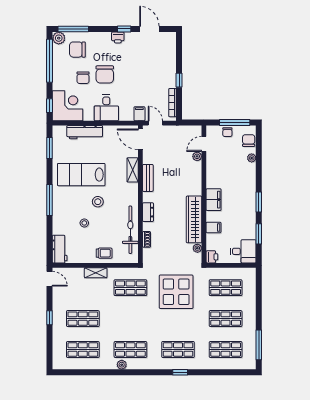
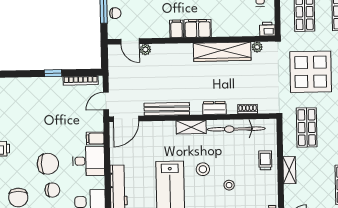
filing cabinet: (139, 114) -> (95, 139), moved
shelving: (133, 170) -> (191, 127), moved
bench: (148, 178) -> (167, 109), width x1.36
filing cabinet: (214, 227) -> (176, 29), moved

